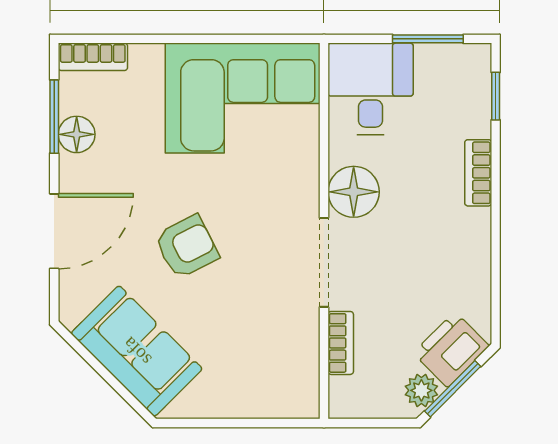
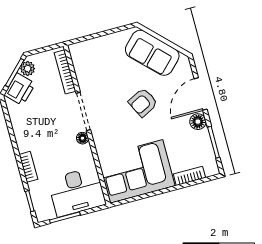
bookcase: (93, 57) -> (189, 176), moved
desk: (371, 89) -> (77, 192), width x1.37
floor lamp: (77, 134) -> (198, 122), moved
floor lamp: (354, 192) -> (82, 138), width x0.53, depth x0.53
bookcase: (341, 343) -> (65, 72), width x1.56

